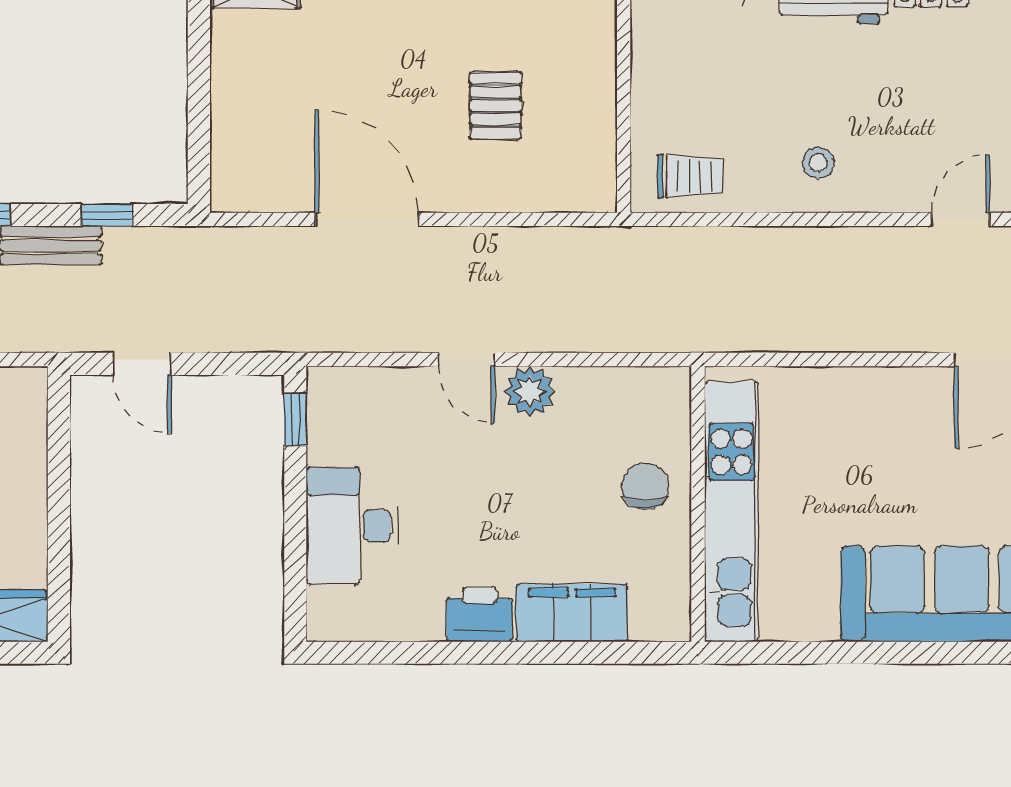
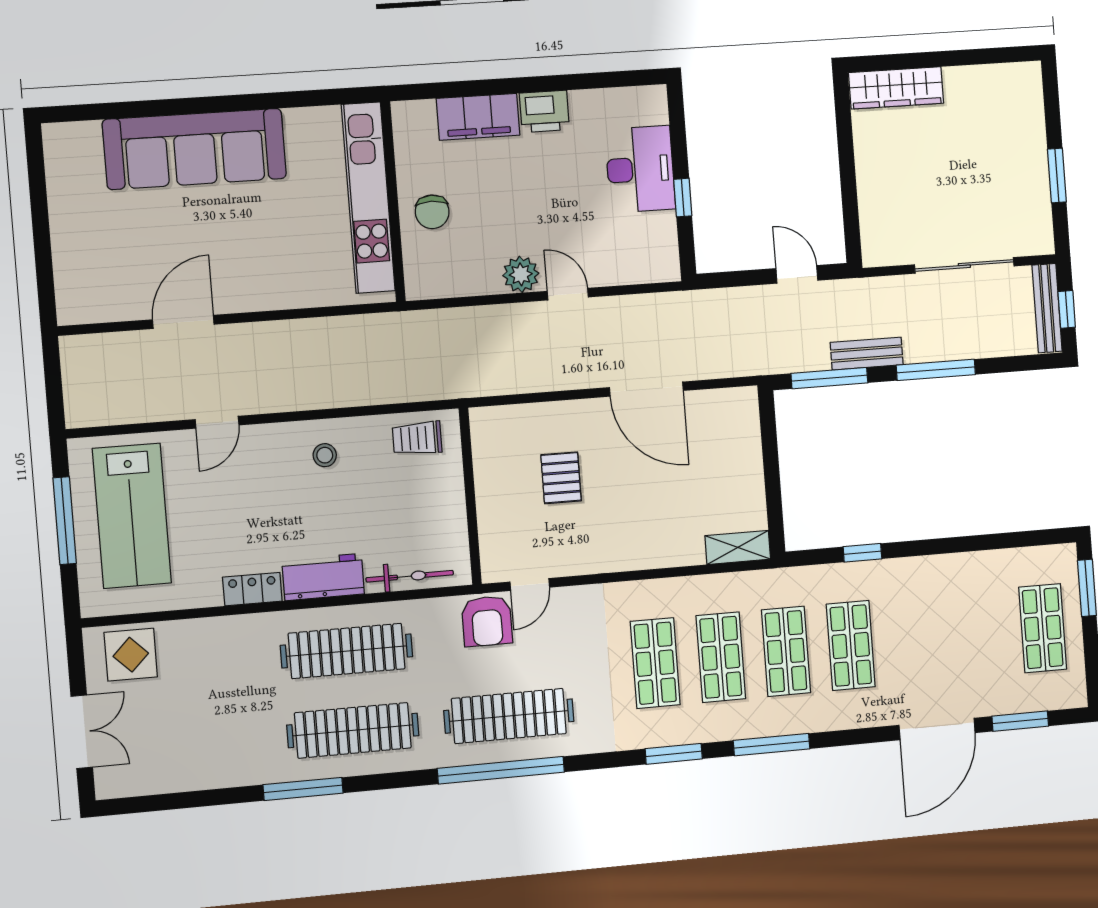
window: (107, 215) -> (829, 378), width x2.17
window: (295, 419) -> (683, 198), moved

